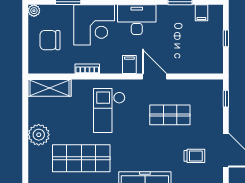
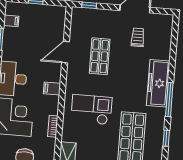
door: (154, 76) -> (66, 52), moved
checkout: (109, 111) -> (91, 110), turned 180

